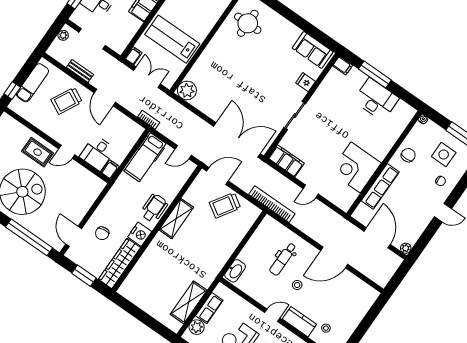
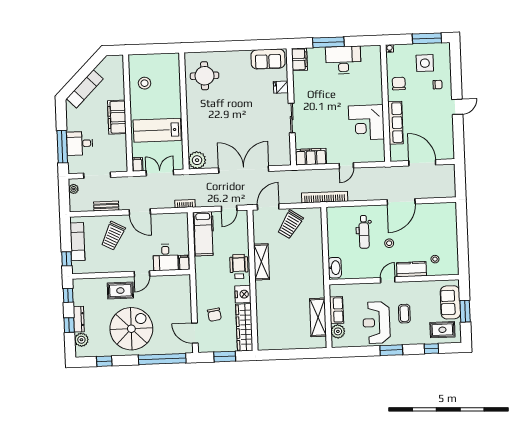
filing cabinet: (343, 66) -> (299, 59), width x2.00
double door: (237, 140) -> (244, 170), moved
plant: (406, 248) -> (449, 154), removed

